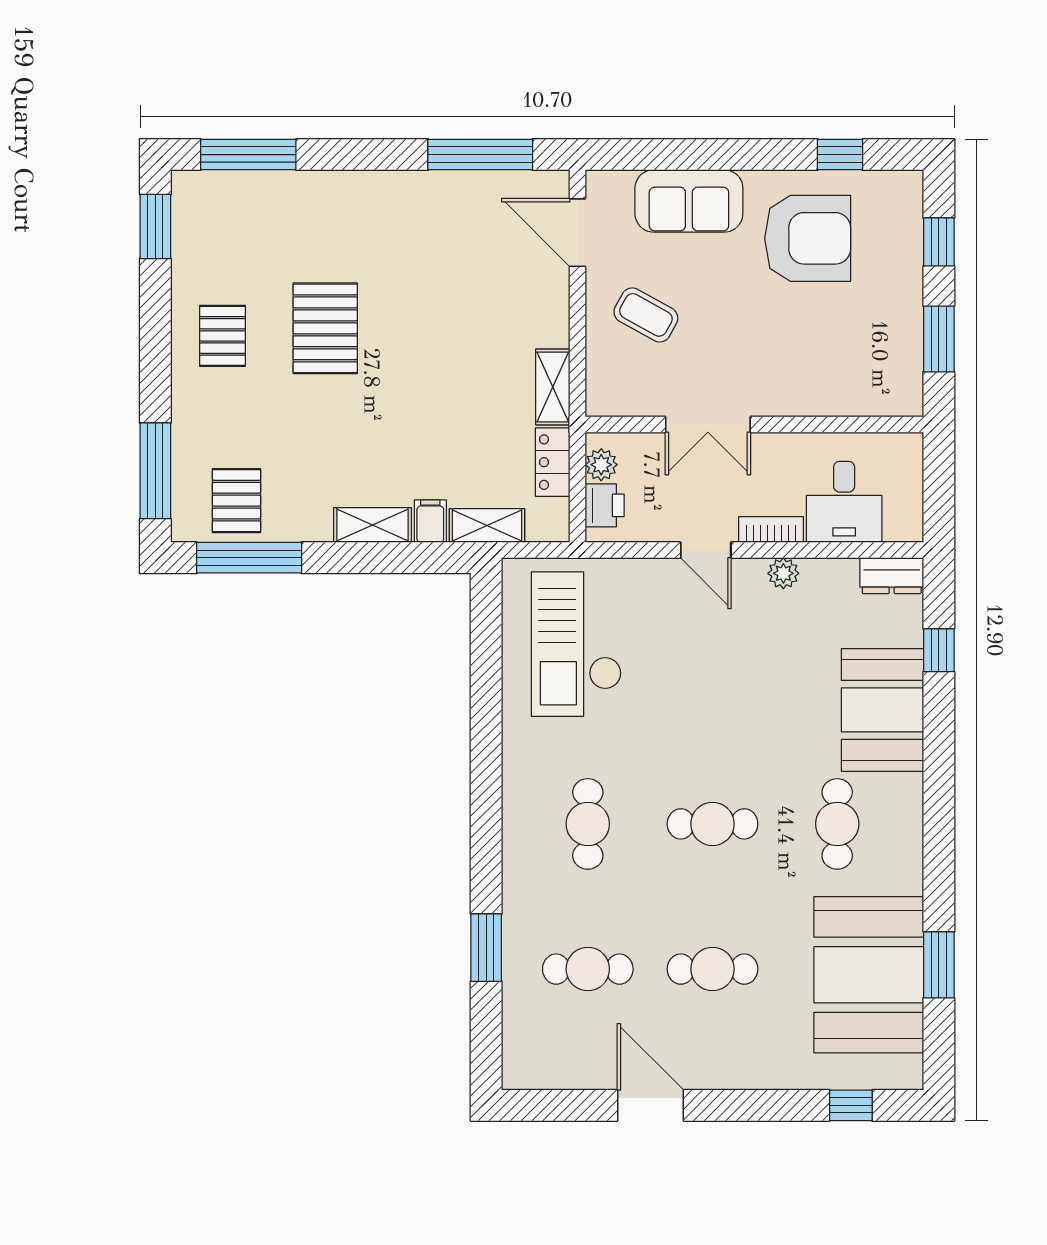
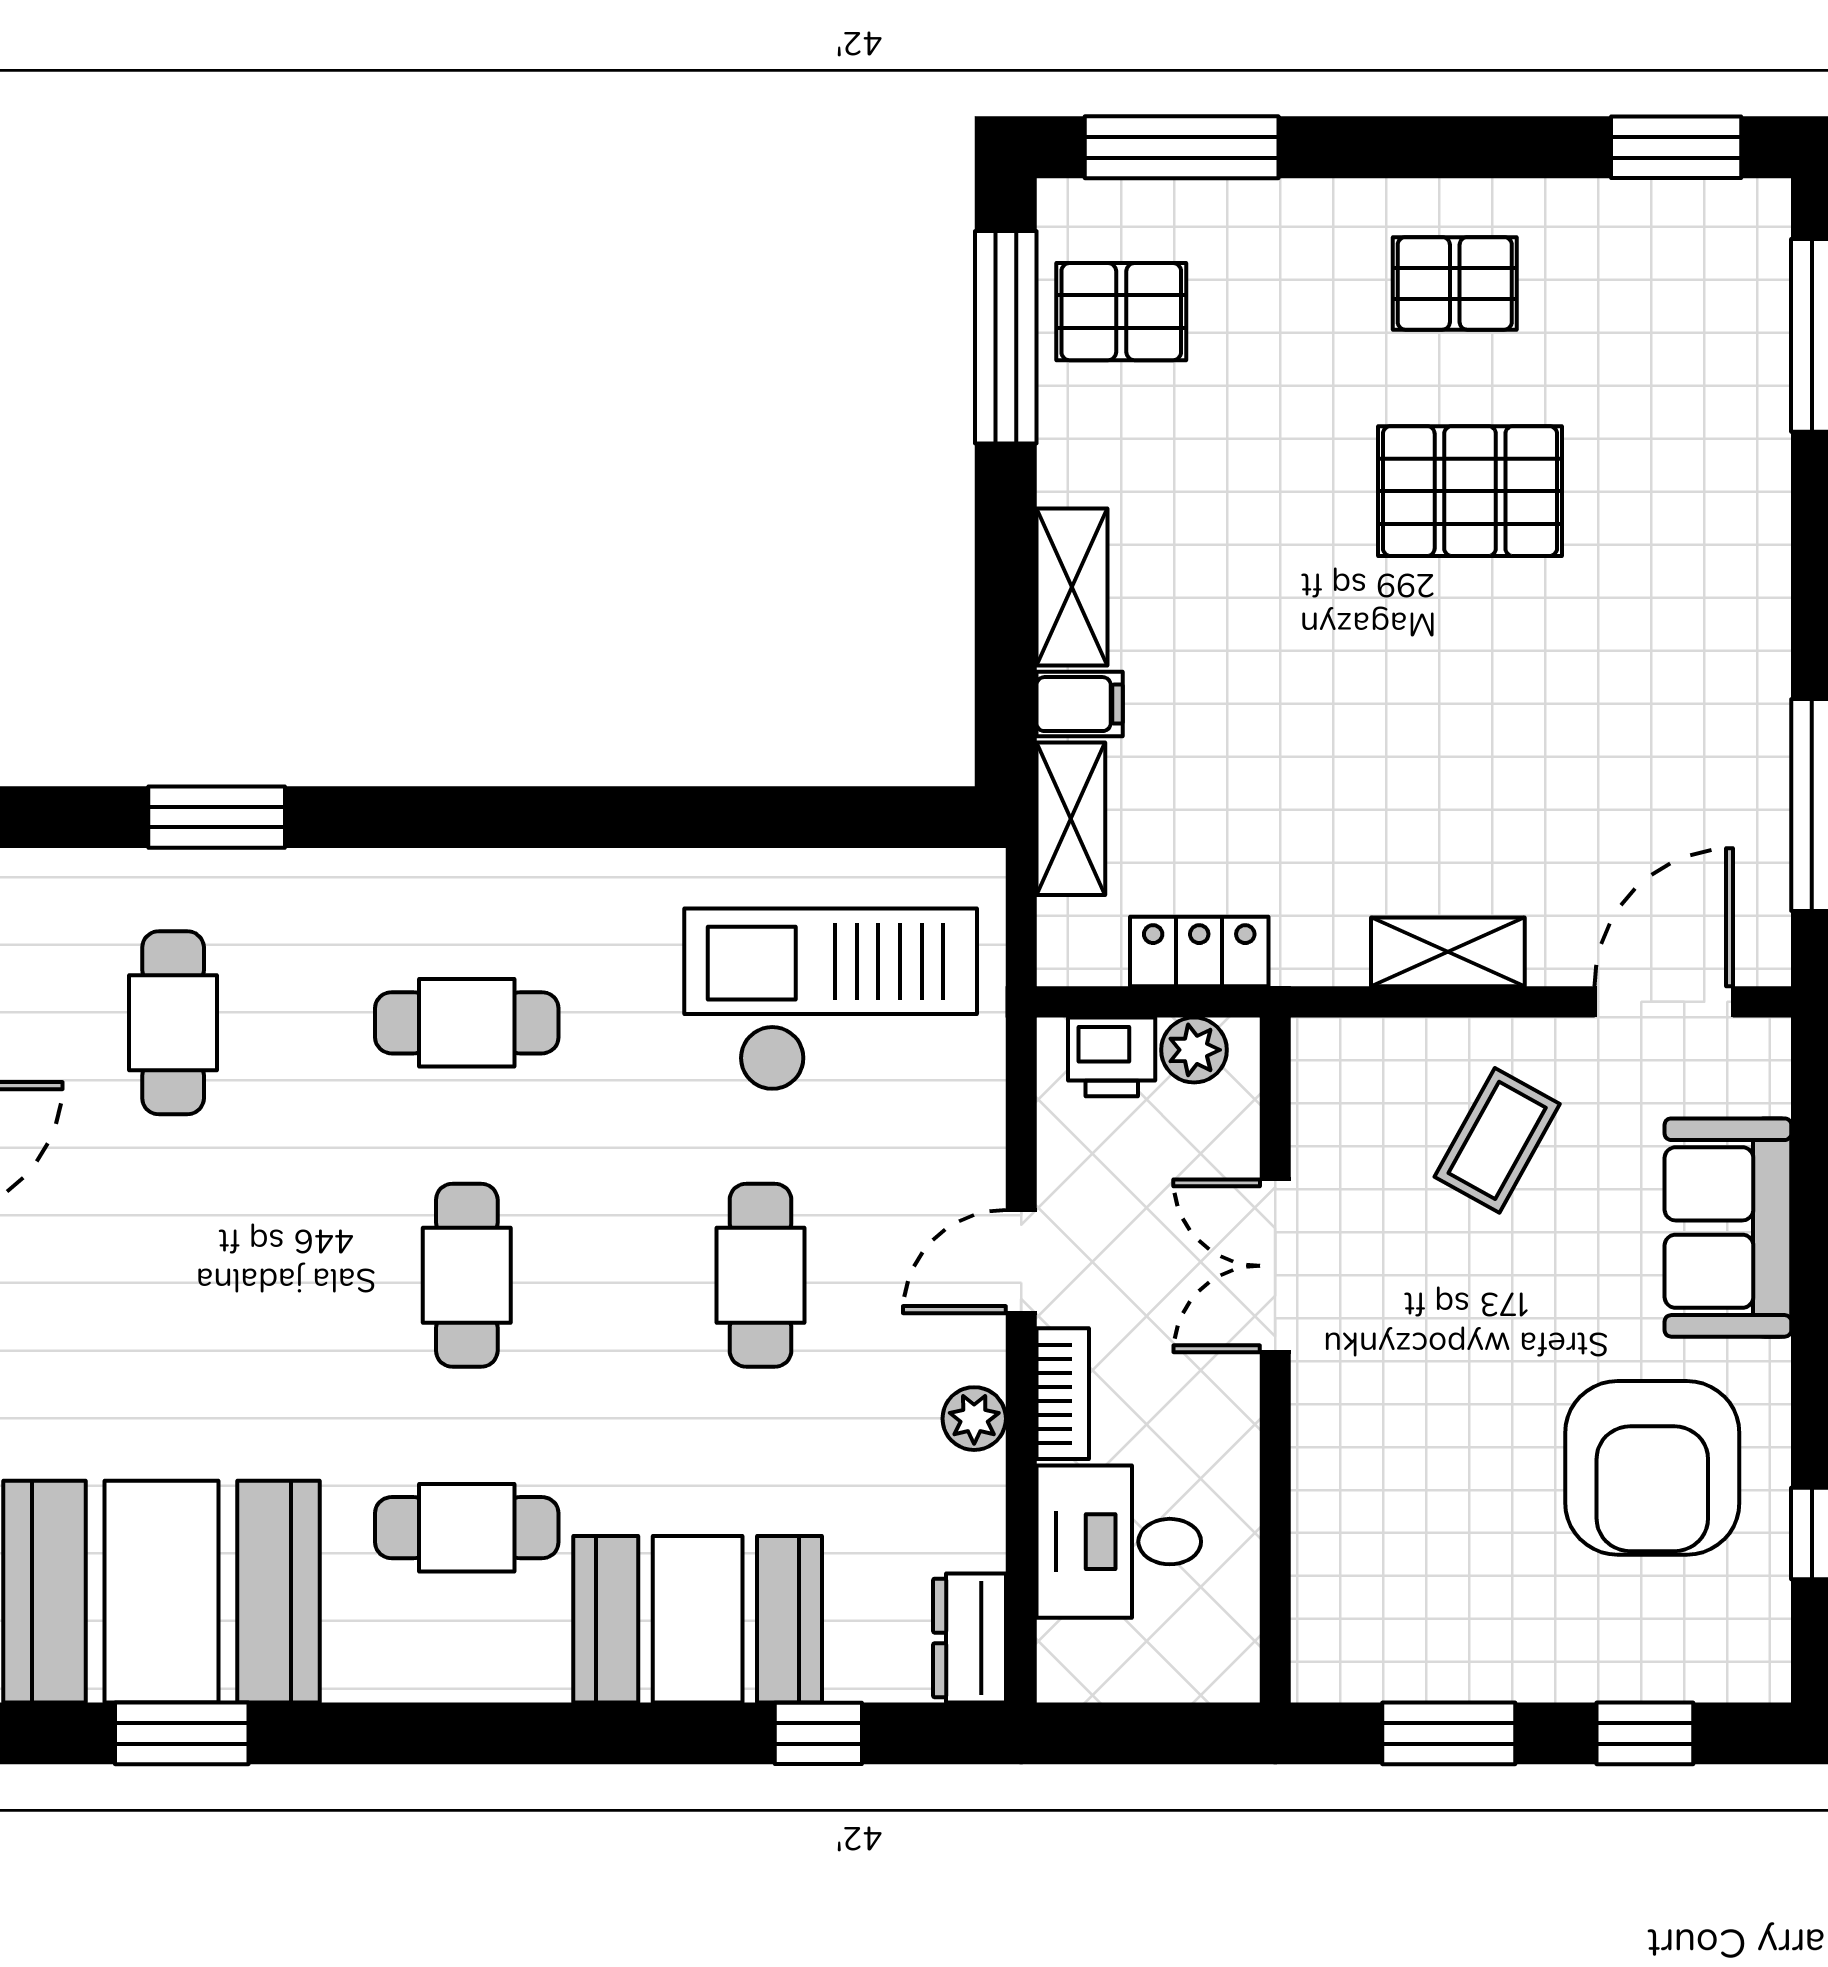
shelving: (553, 387) -> (1448, 952), moved
cafe table: (713, 969) -> (761, 1275), moved

